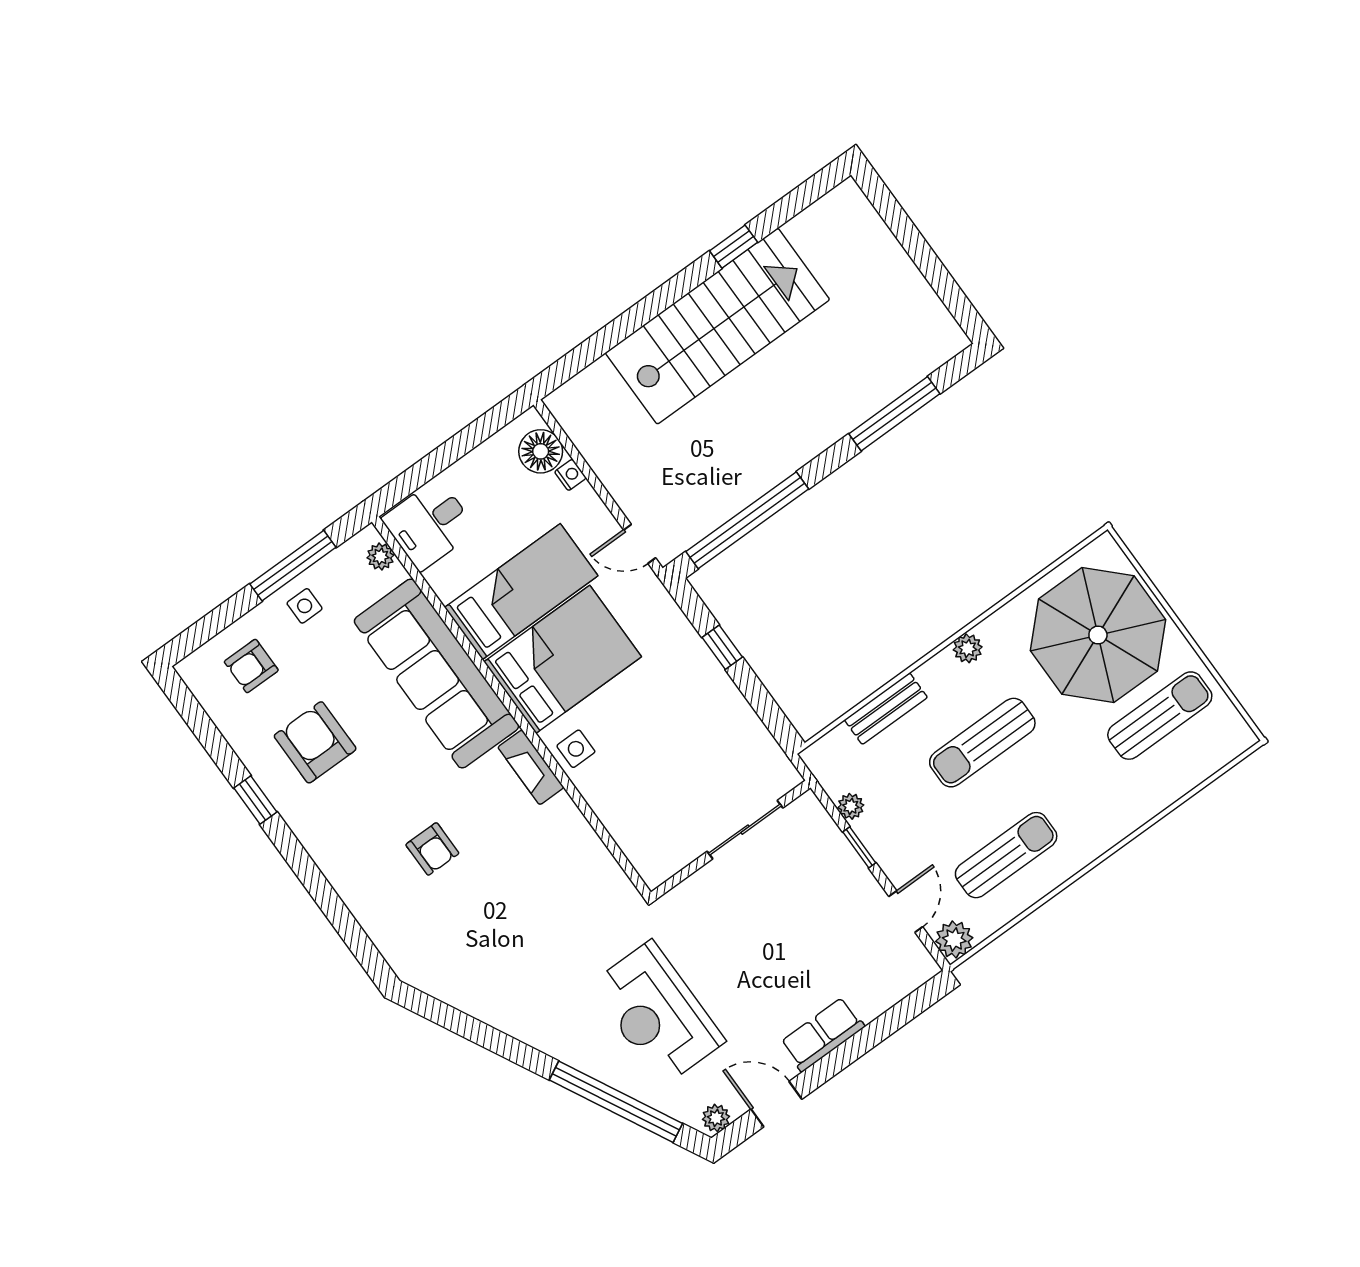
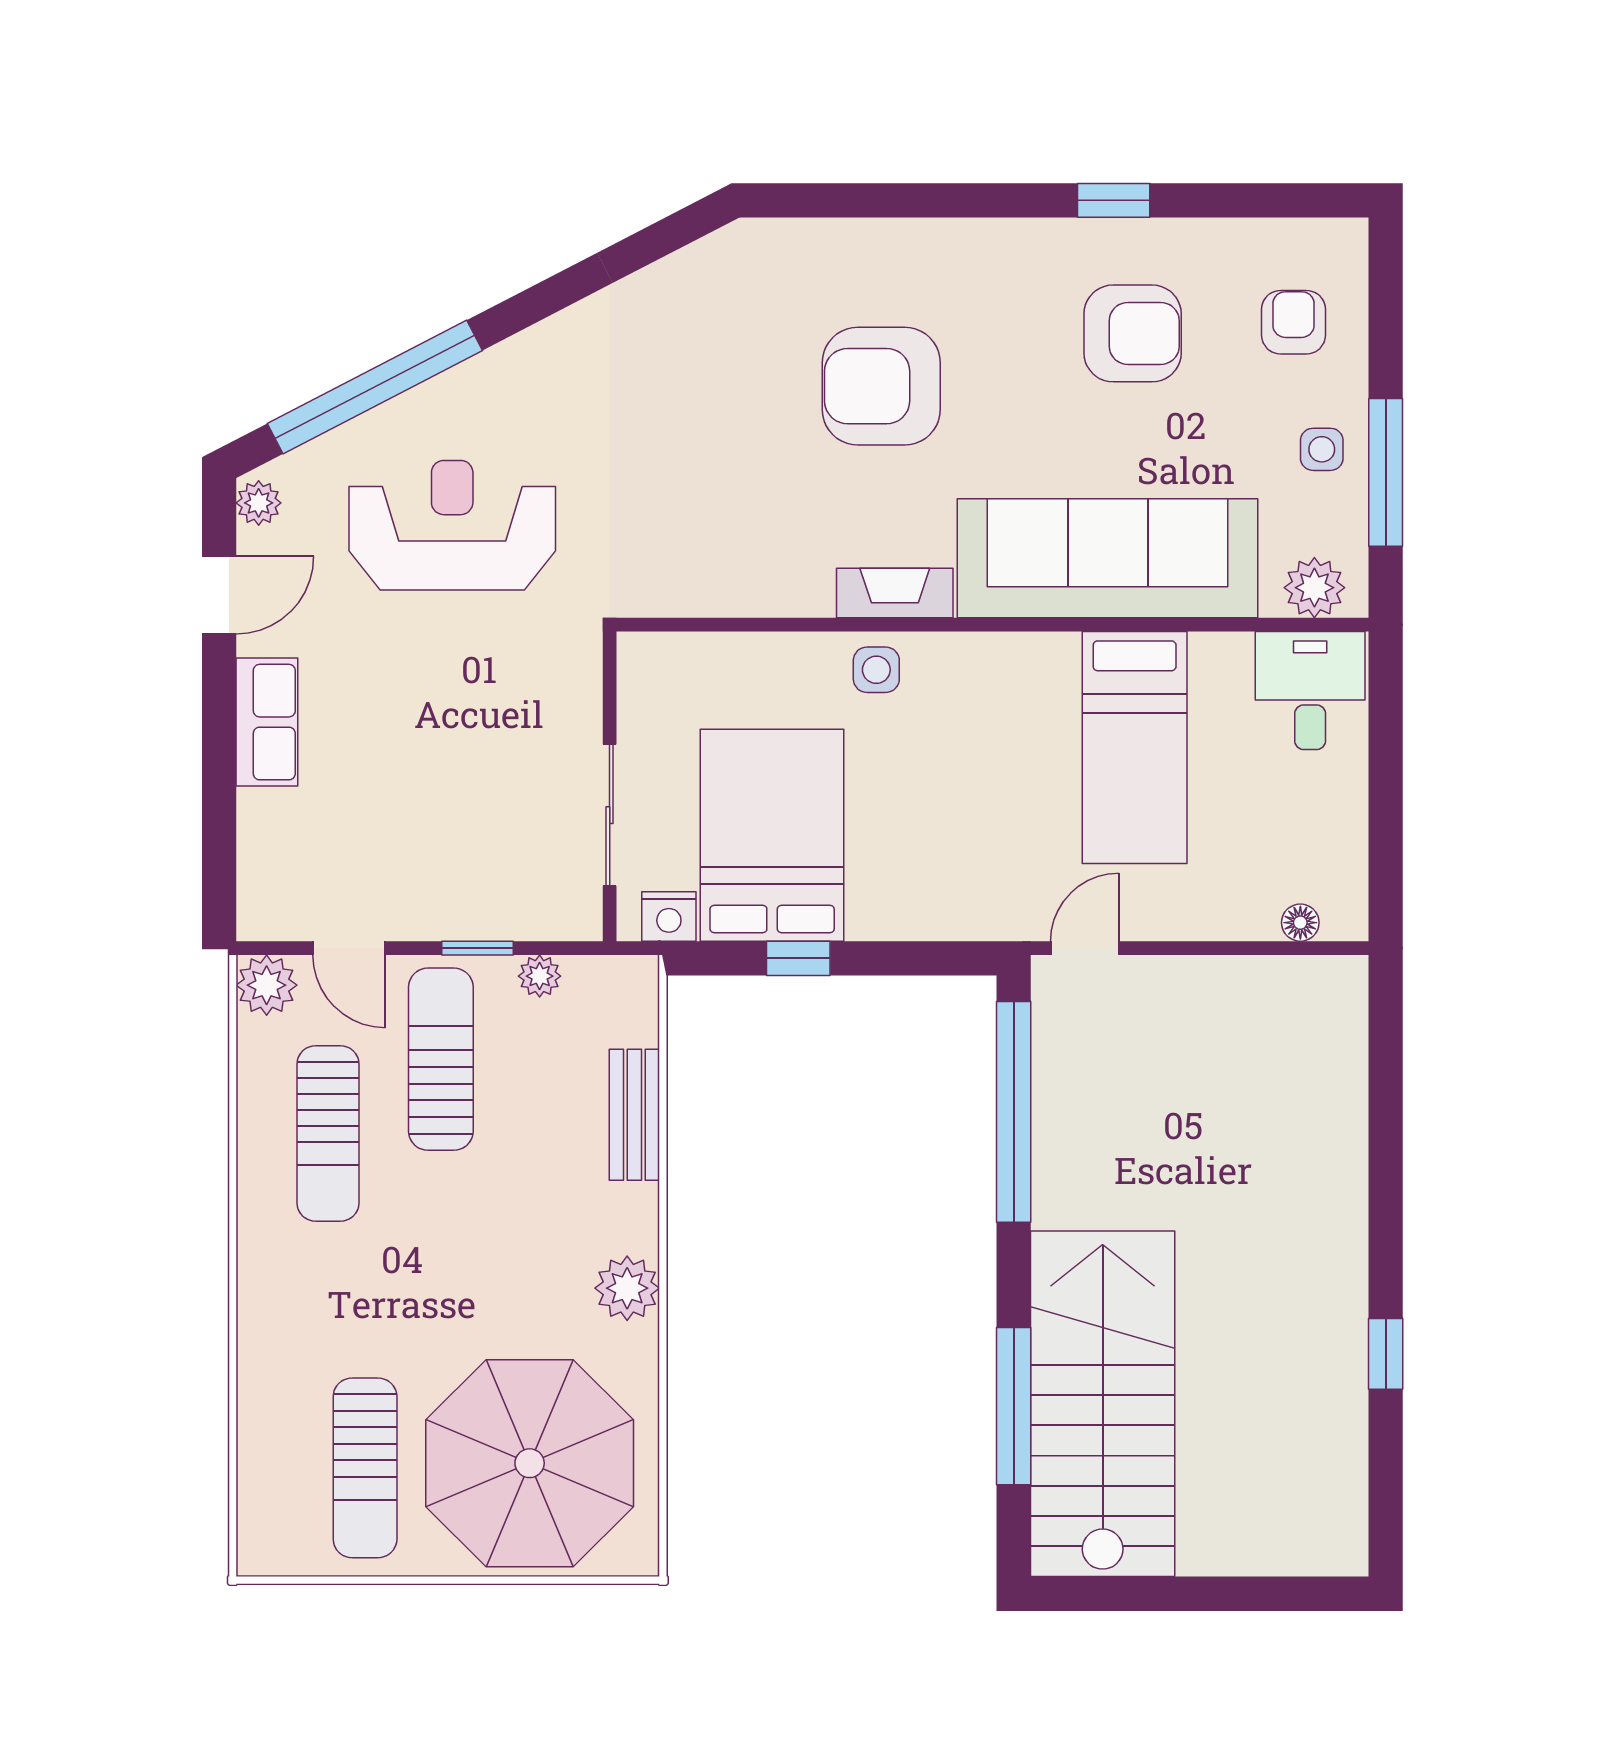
stairs: (717, 326) -> (1103, 1404), moved, turned 180
floor lamp: (541, 451) -> (1300, 923), width x0.53, depth x0.53
nightstand: (570, 475) -> (669, 916), moved, width x1.39, depth x1.35
plant: (380, 557) -> (1314, 588), width x1.38, depth x1.38
window: (722, 647) -> (798, 958), moved
plant: (968, 648) -> (627, 1288), width x1.38, depth x1.38
bed: (563, 659) -> (772, 835), moved, turned 180
sun lounger: (982, 743) -> (441, 1059), moved
armchair: (432, 849) -> (881, 386), width x1.88, depth x1.88

